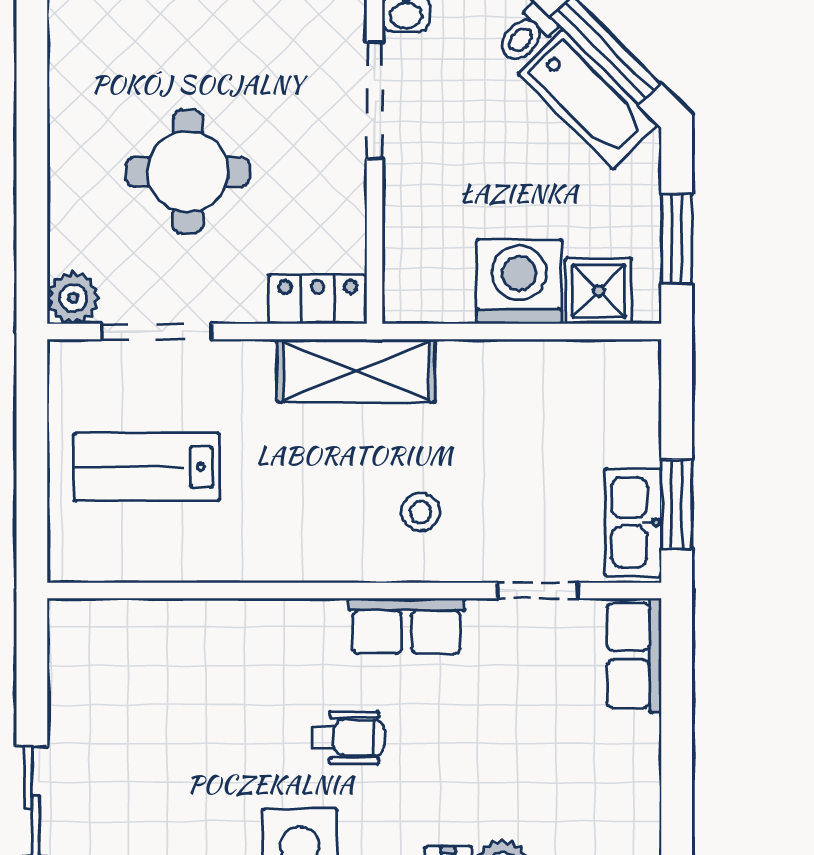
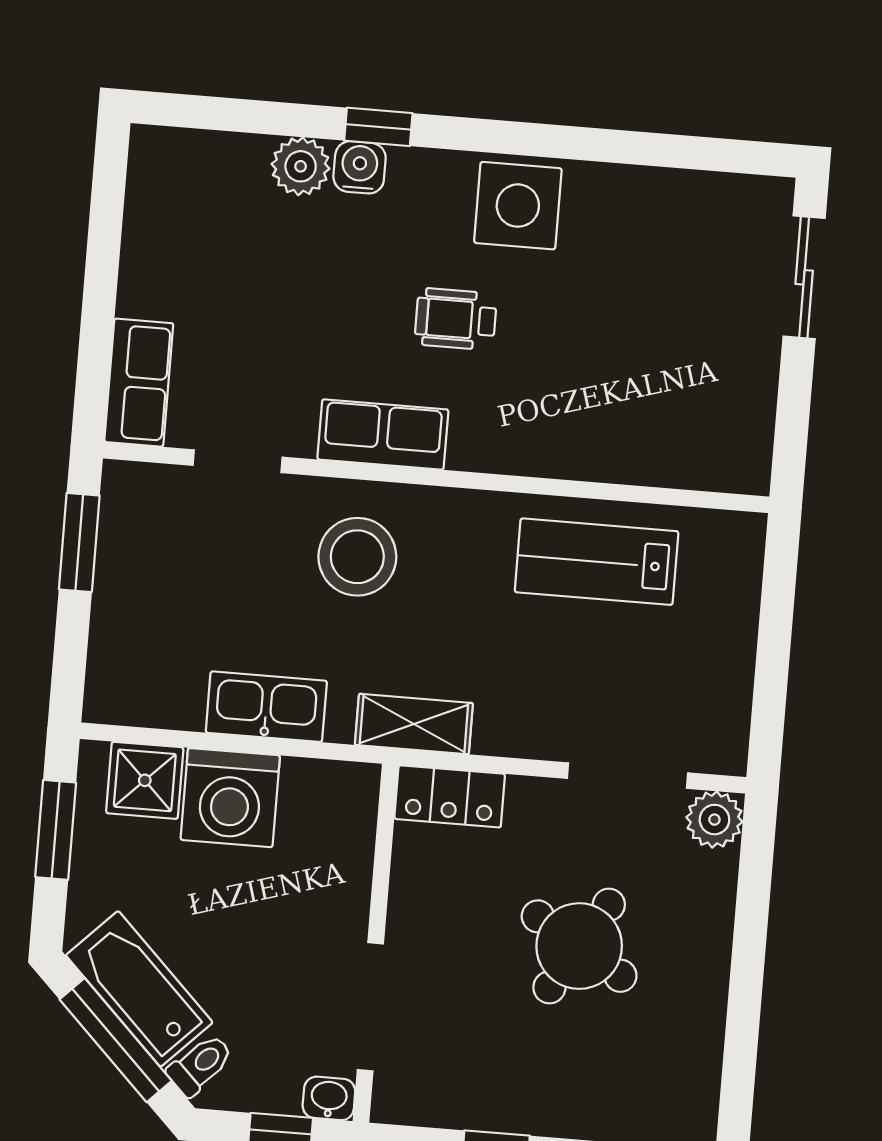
round table: (188, 172) -> (579, 946), turned 31
shelving: (356, 371) -> (414, 724), width x0.67, depth x0.75
lab bench: (147, 467) -> (597, 562), moved, turned 180
stool: (421, 512) -> (357, 557), width x1.89, depth x1.89
kitchen sink: (633, 522) -> (266, 707), moved, turned -90

